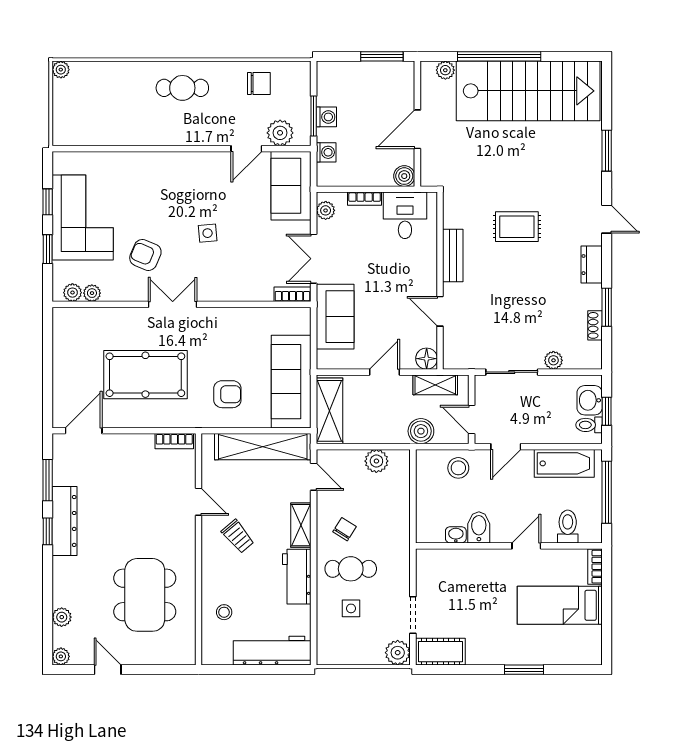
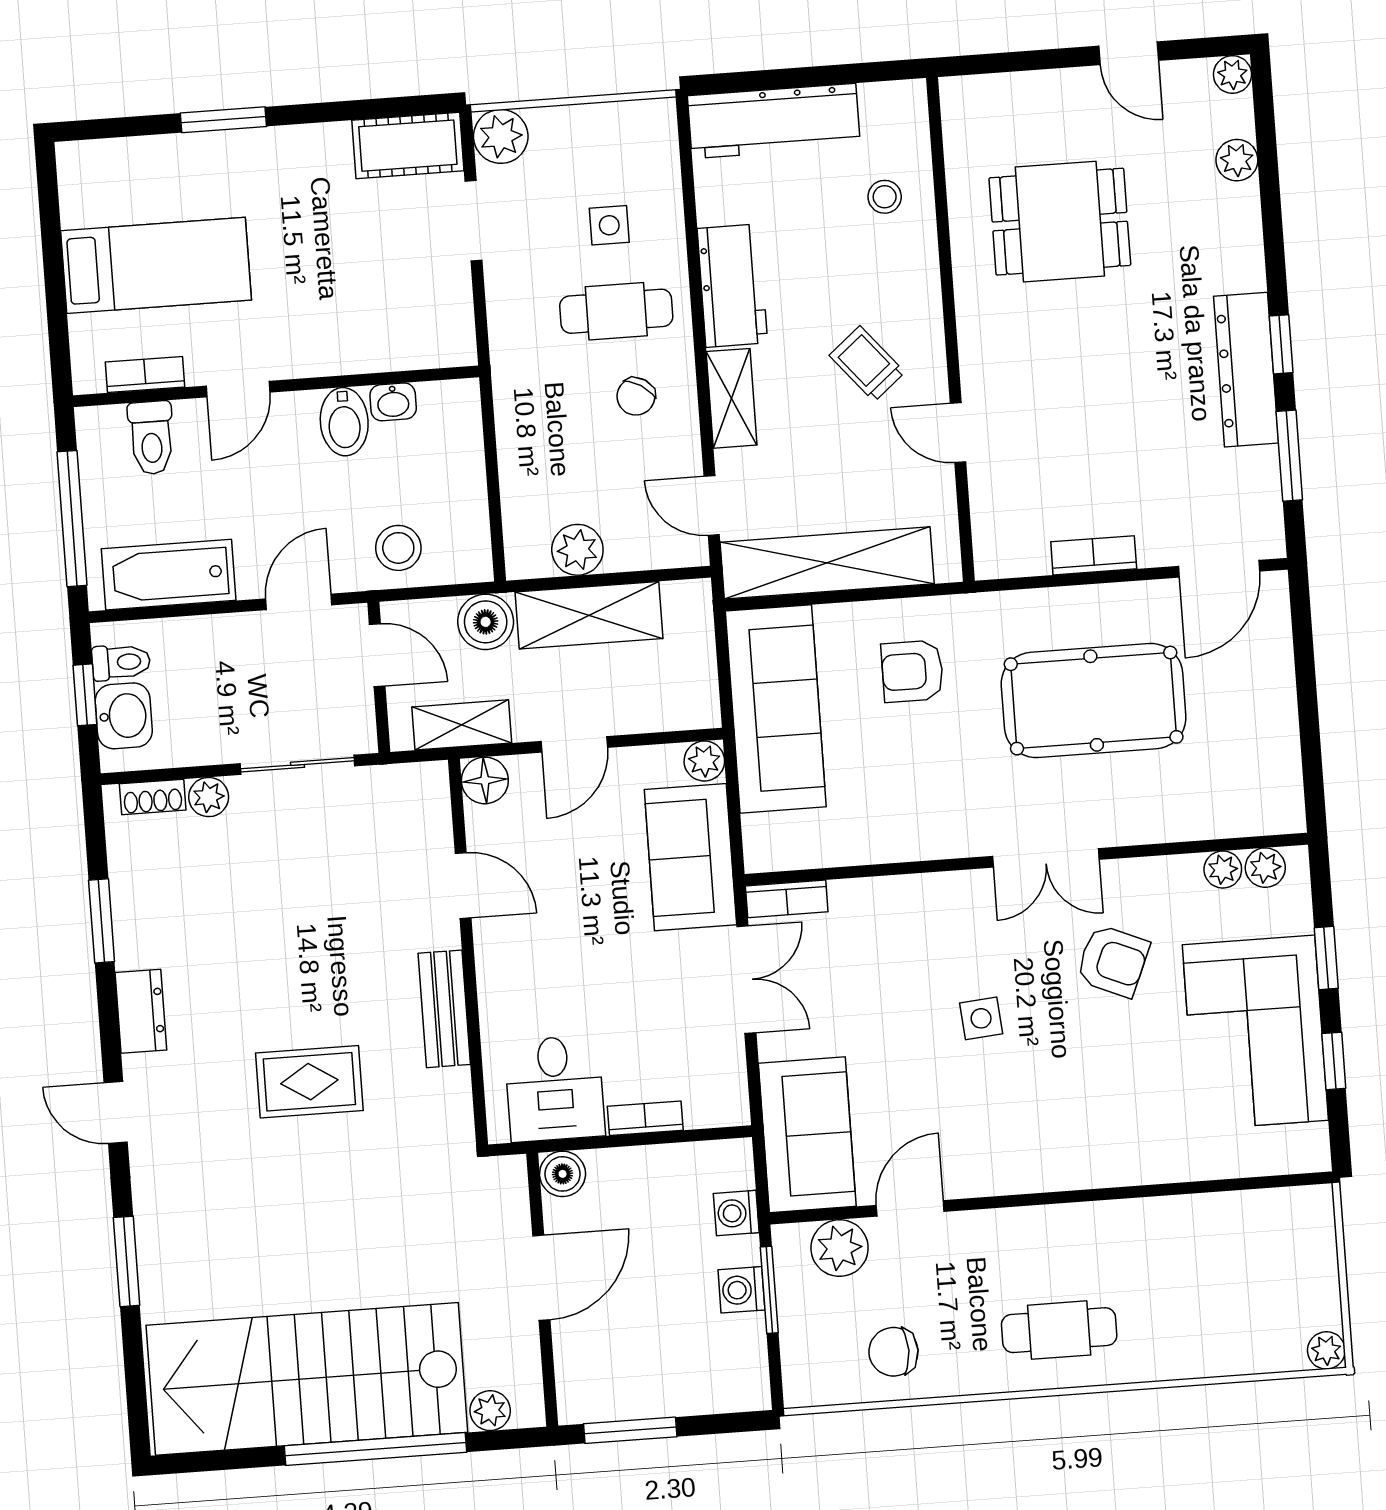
plant: (326, 210) -> (704, 761), moved
shoe rack: (595, 325) -> (153, 797), moved, turned 90
shelving: (330, 411) -> (589, 615), moved, turned 90
bookcase: (174, 441) -> (1094, 555), moved
bookcase: (595, 567) -> (145, 375), moved, turned -90
dining table: (145, 595) -> (1060, 222), width x0.73

